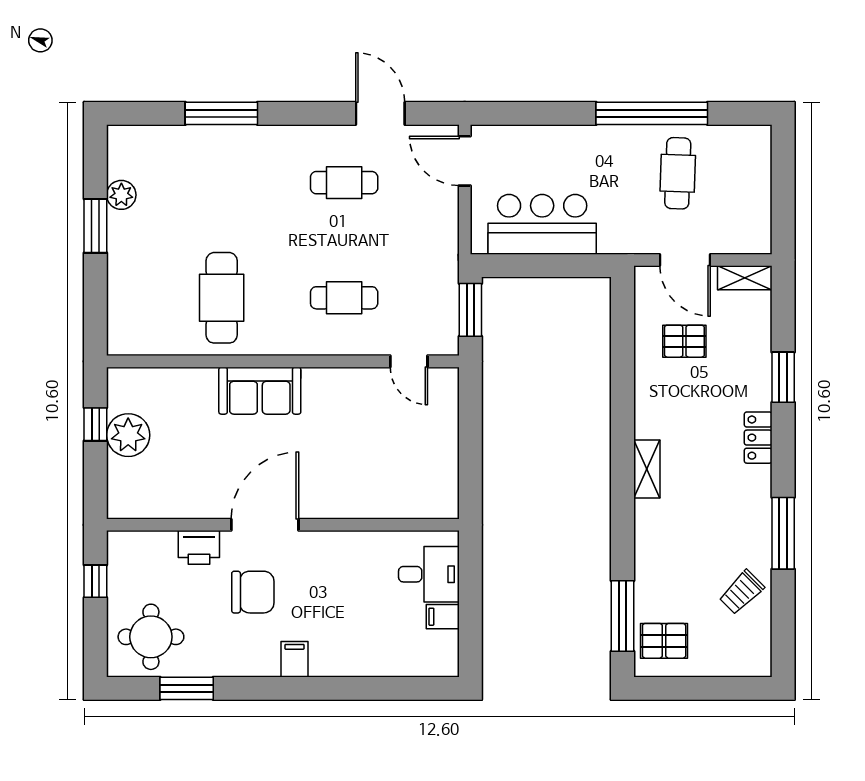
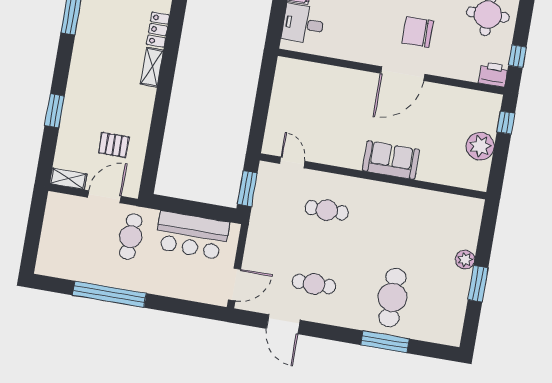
door: (465, 161) -> (234, 284), hinge flipped
cafe table: (678, 173) -> (131, 237), moved
plant: (121, 195) -> (465, 260), moved
door: (685, 260) -> (104, 197), hinge flipped
cafe table: (222, 298) -> (392, 297), moved
window: (95, 424) -> (506, 123), moved
locker: (758, 438) -> (158, 30), moved, turned 180
printer: (199, 547) -> (493, 74), moved

